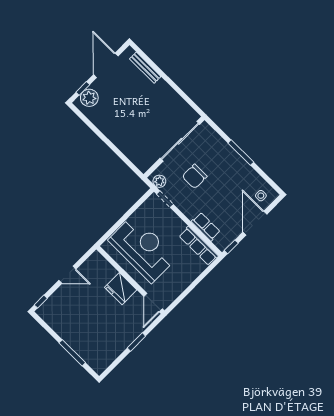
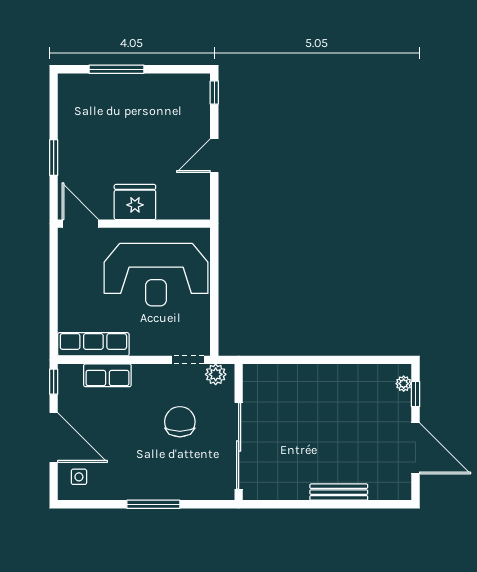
bench: (145, 68) -> (339, 492), moved
plant: (89, 98) -> (404, 384), width x0.53, depth x0.53

